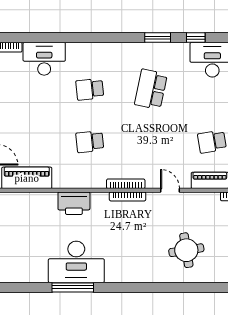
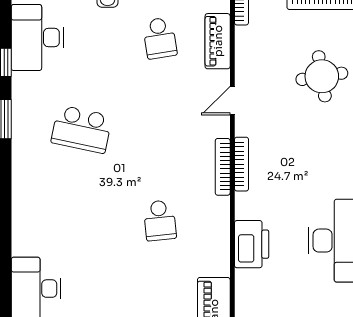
school desk: (90, 89) -> (82, 220), removed

